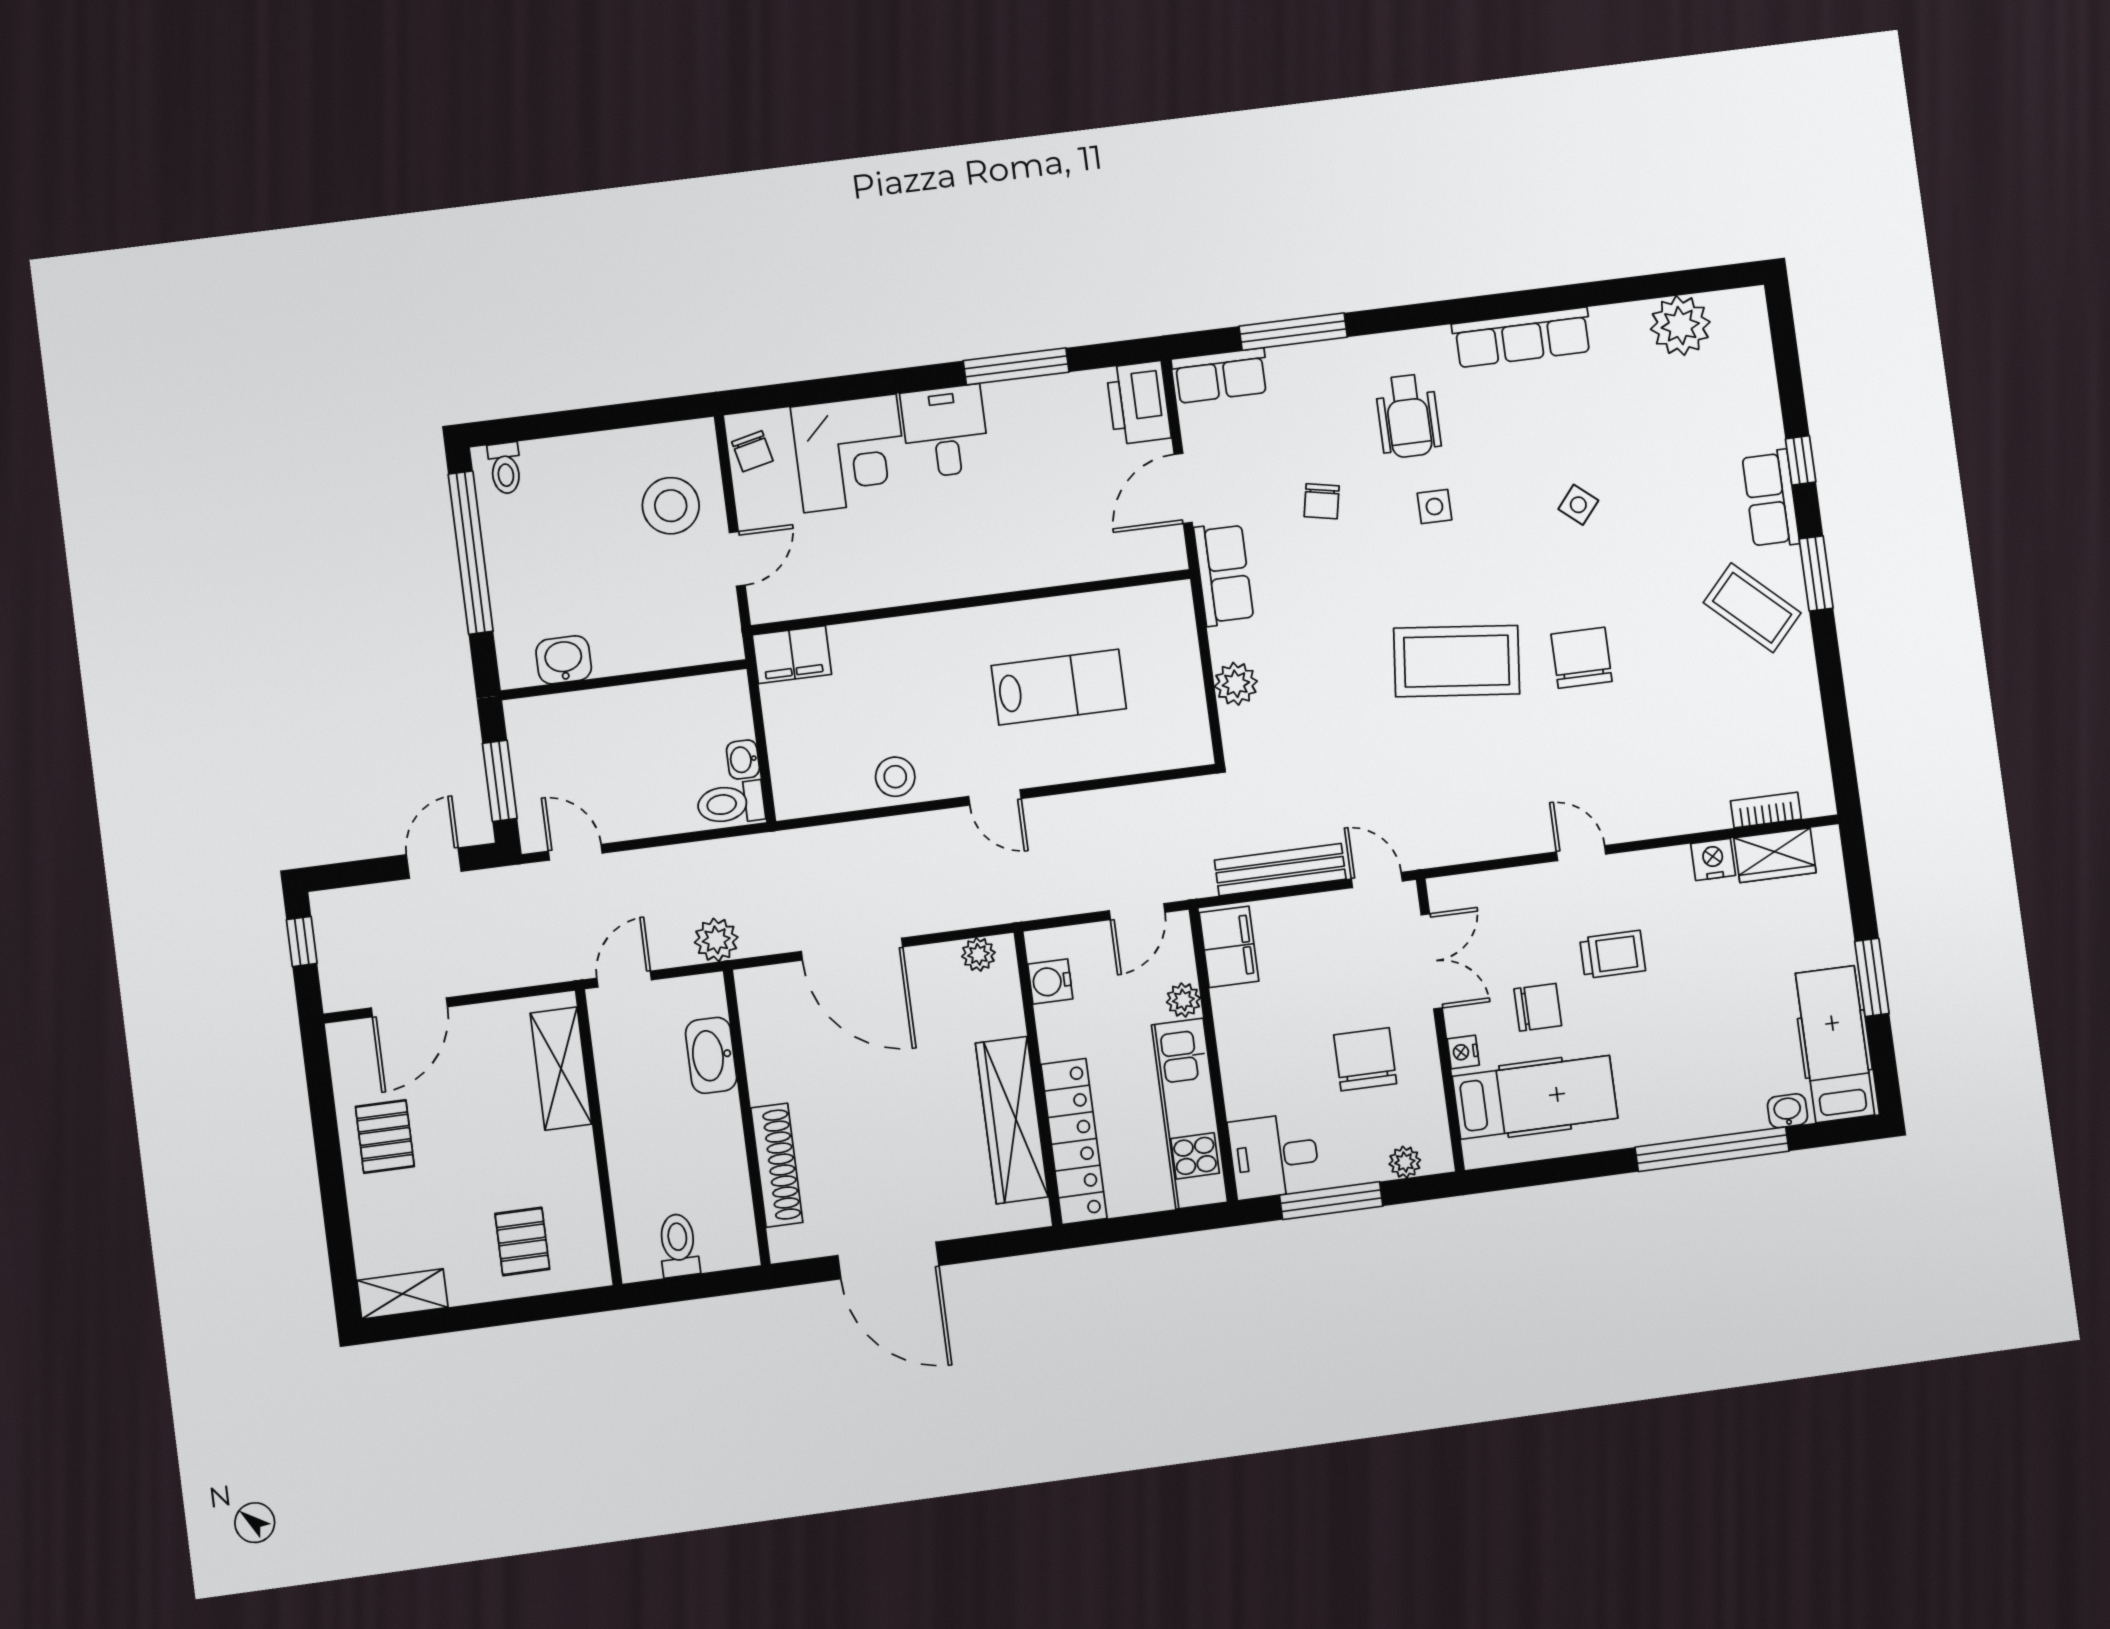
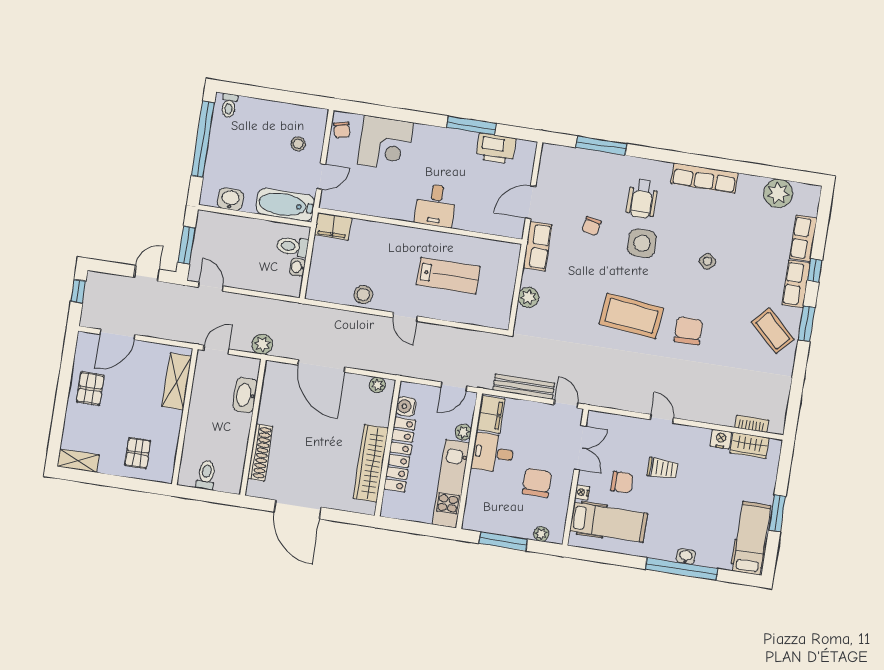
row of seats: (1220, 376) -> (803, 238), moved, turned 90
printer: (1138, 403) -> (496, 149), moved, turned -90
desk: (945, 431) -> (436, 205), moved, turned 180
stool: (671, 506) -> (298, 144), width x0.53, depth x0.53
side table: (1434, 507) -> (642, 243), width x1.87, depth x1.87
bathtub: (681, 638) -> (285, 205), added
toilet: (731, 803) -> (292, 247), moved
washbasin: (1788, 1111) -> (686, 556), moved
locker: (1074, 1141) -> (400, 455), moved
desk: (1274, 1156) -> (493, 453), moved

